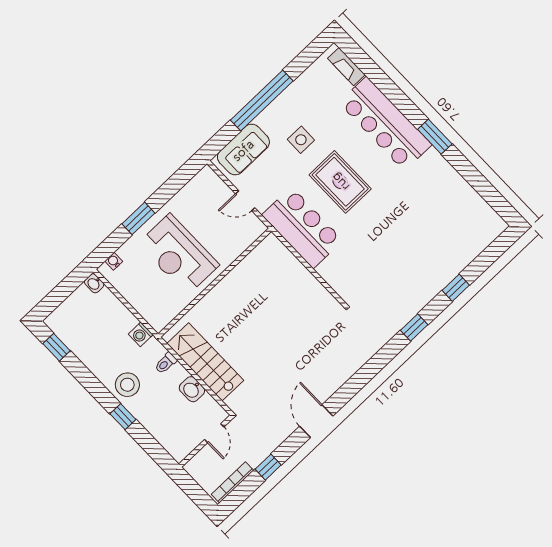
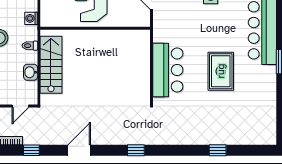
rug: (340, 182) -> (221, 71), moved
bar counter: (302, 228) -> (168, 70), moved
window: (414, 328) -> (136, 150), moved

